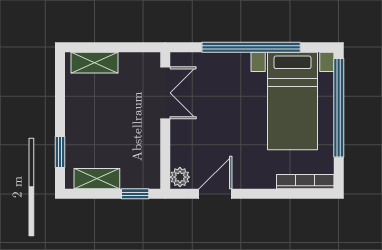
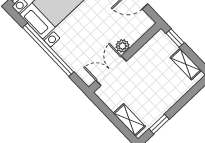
window: (60, 152) -> (159, 124), moved
plant: (180, 177) -> (123, 46), moved

